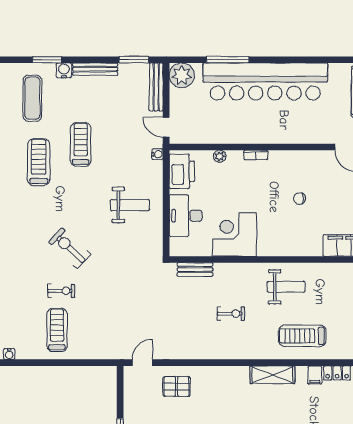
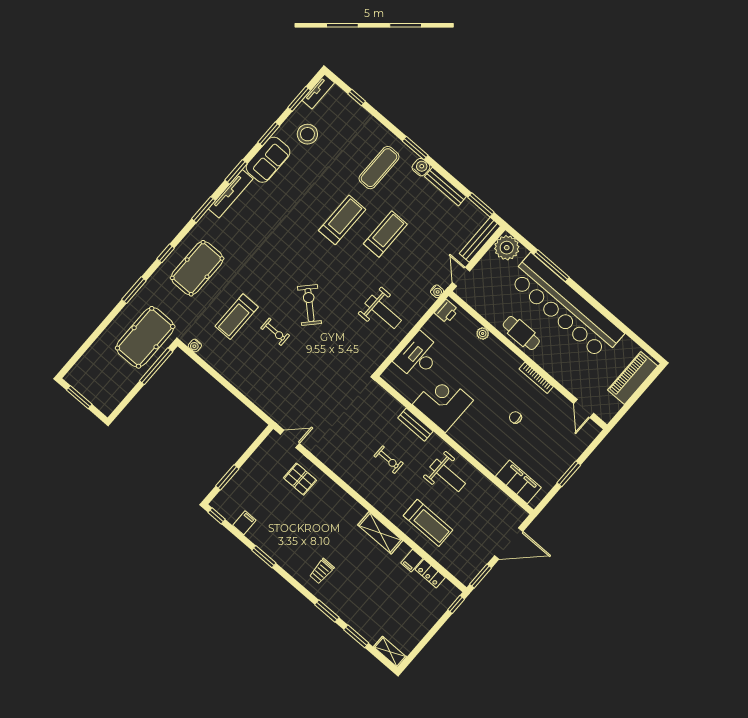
cafe table: (249, 131) -> (521, 333), added
bookcase: (256, 155) -> (536, 378), moved, width x1.56
printer: (182, 171) -> (446, 311), width x0.53, depth x0.68
bench: (195, 270) -> (415, 425), moved
treadmill: (57, 330) -> (237, 317), moved, turned 180
treadmill: (302, 336) -> (428, 523), turned 180

